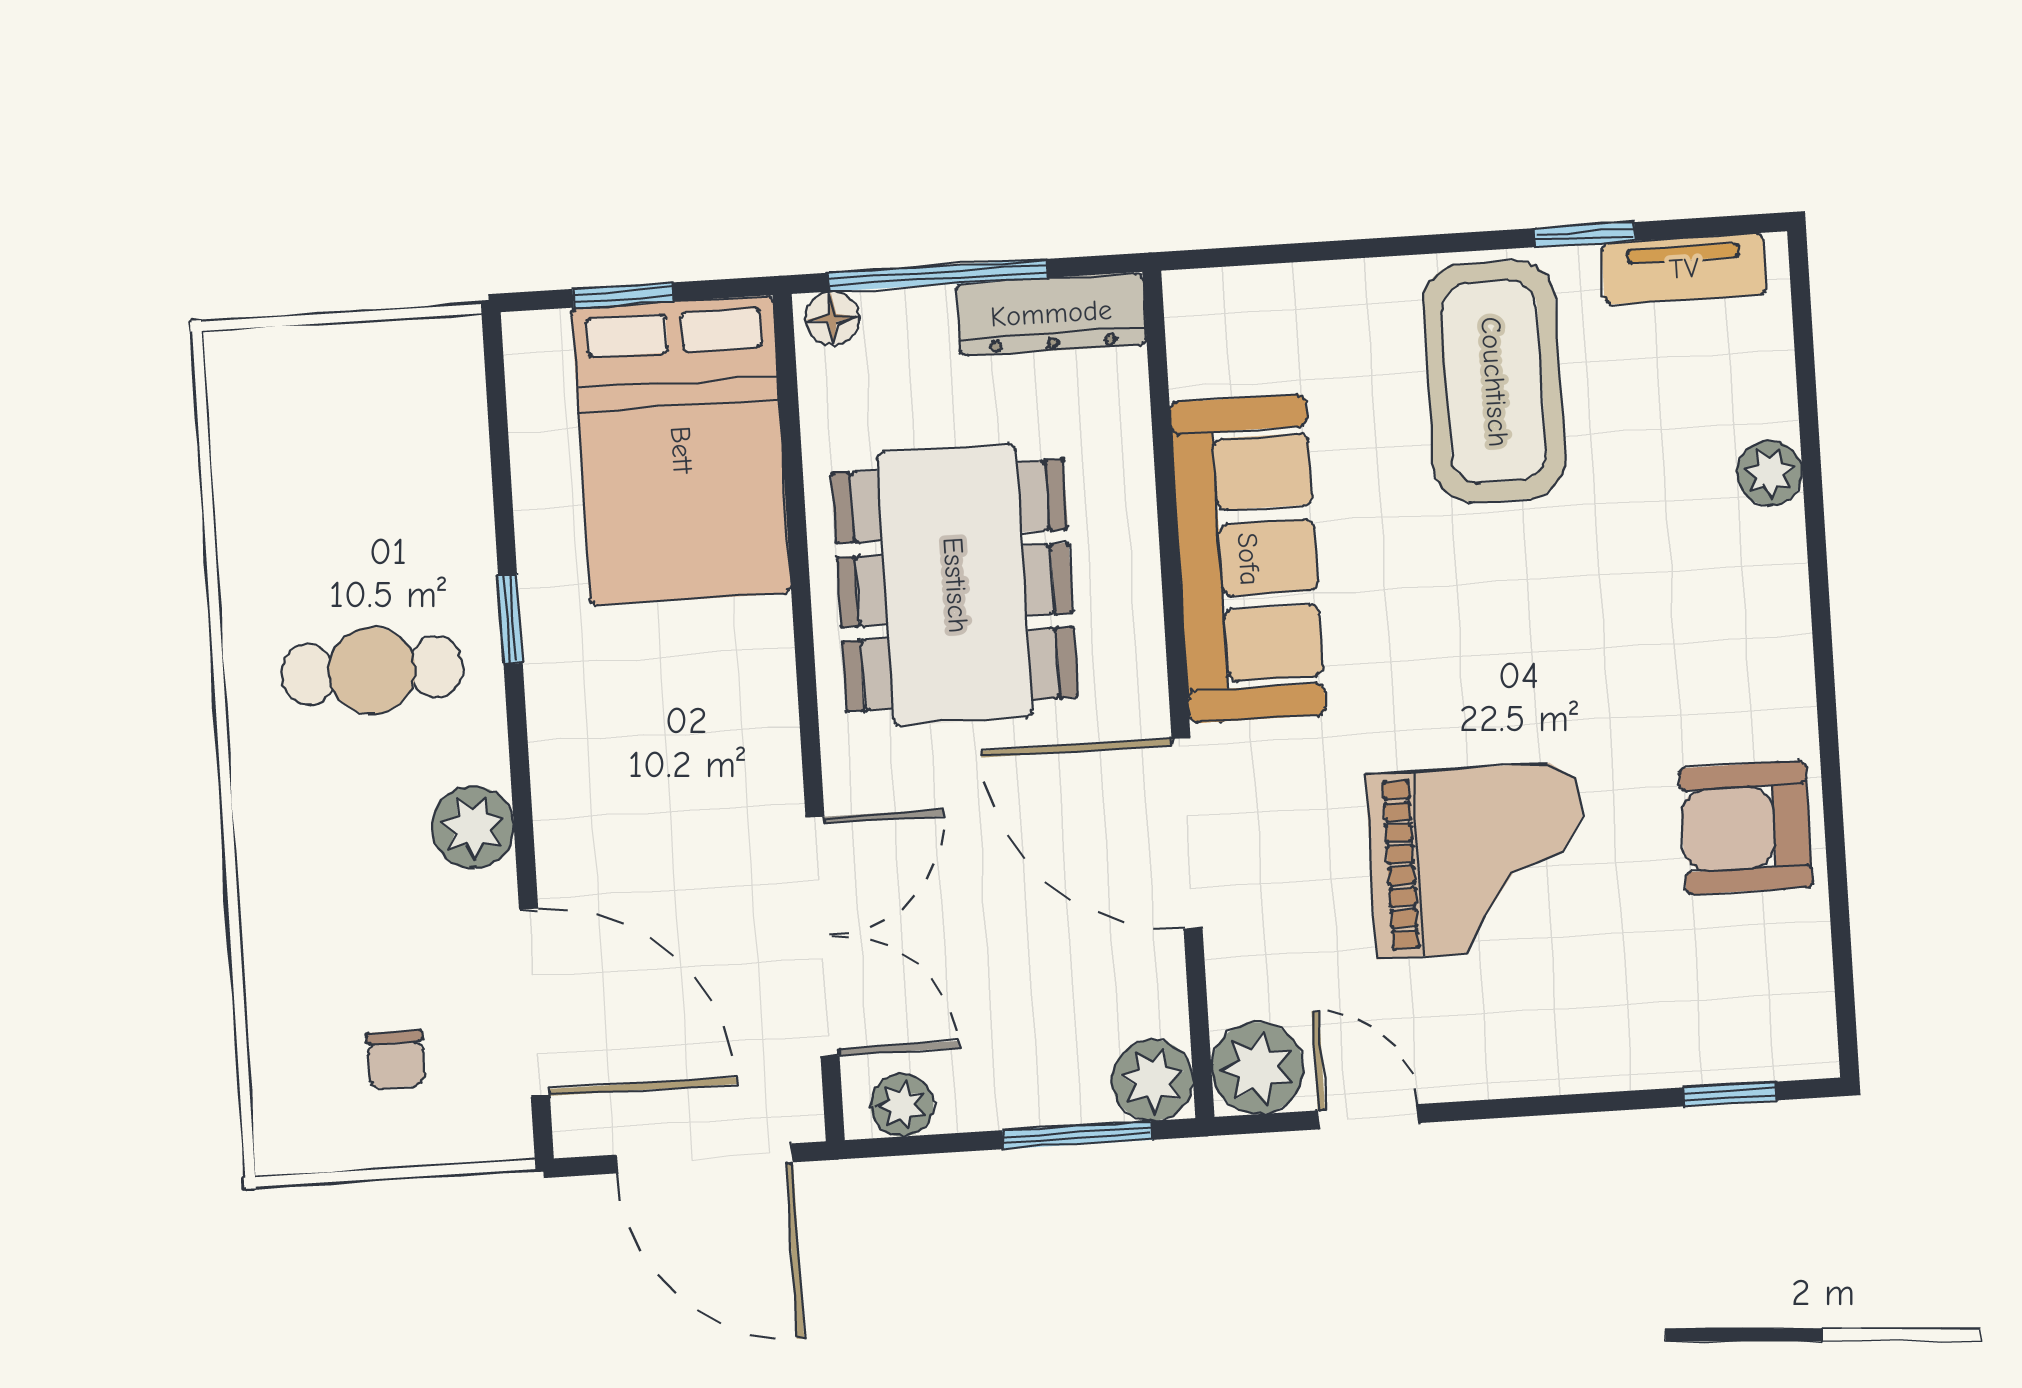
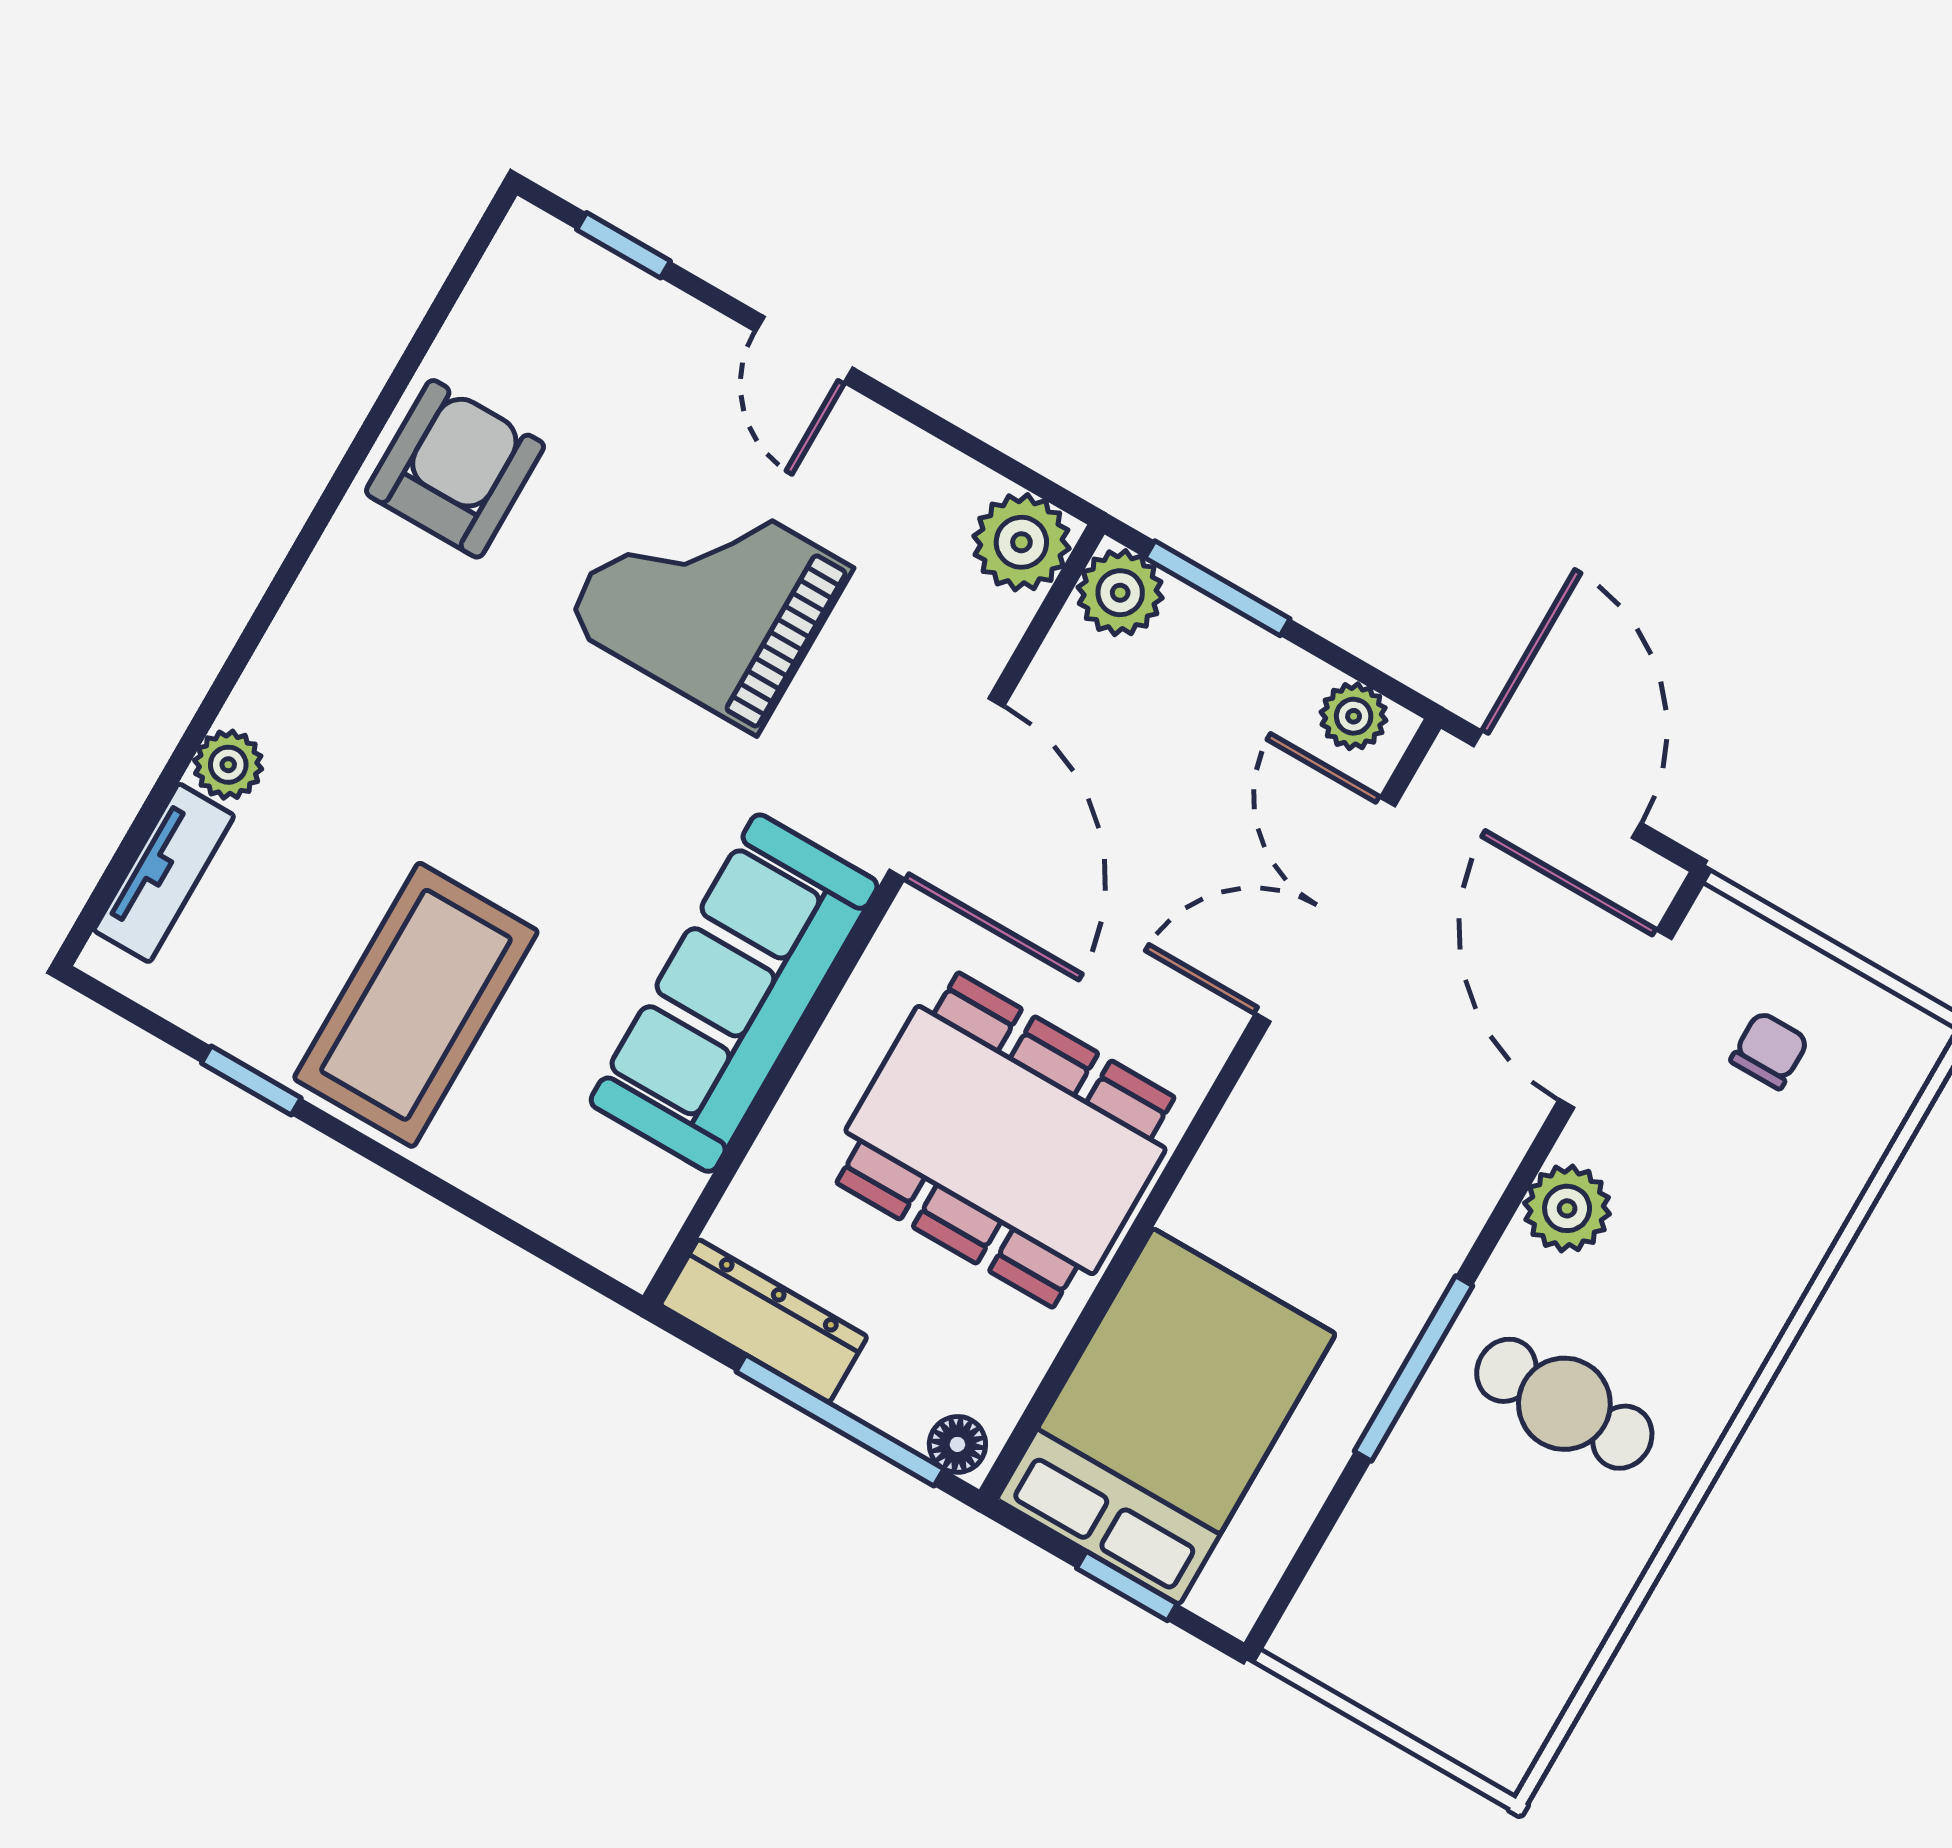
tv unit: (1684, 269) -> (164, 873), moved, turned 90
dining table: (955, 585) -> (1005, 1140), turned 90
window: (510, 619) -> (1413, 1369), width x2.17
armchair: (1746, 828) -> (455, 469), turned -90
door: (1368, 1117) -> (804, 350), moved

